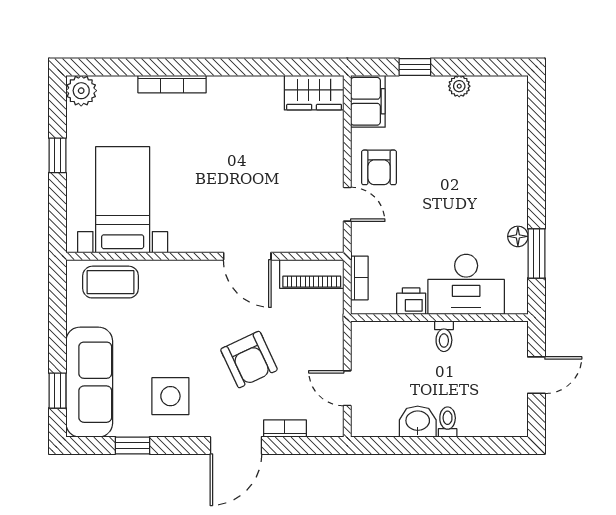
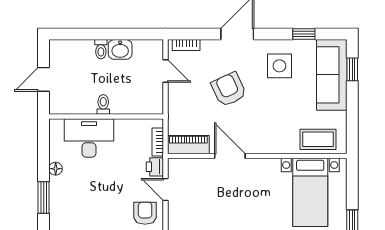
window: (536, 253) -> (44, 198), moved
printer: (411, 301) -> (155, 167), moved, turned 90
bookcase: (285, 429) -> (186, 45), moved

